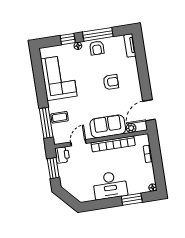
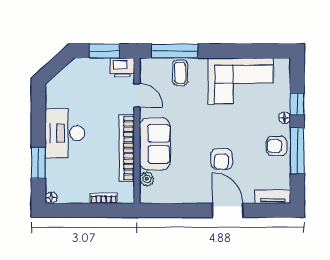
door: (149, 110) -> (228, 210), moved

